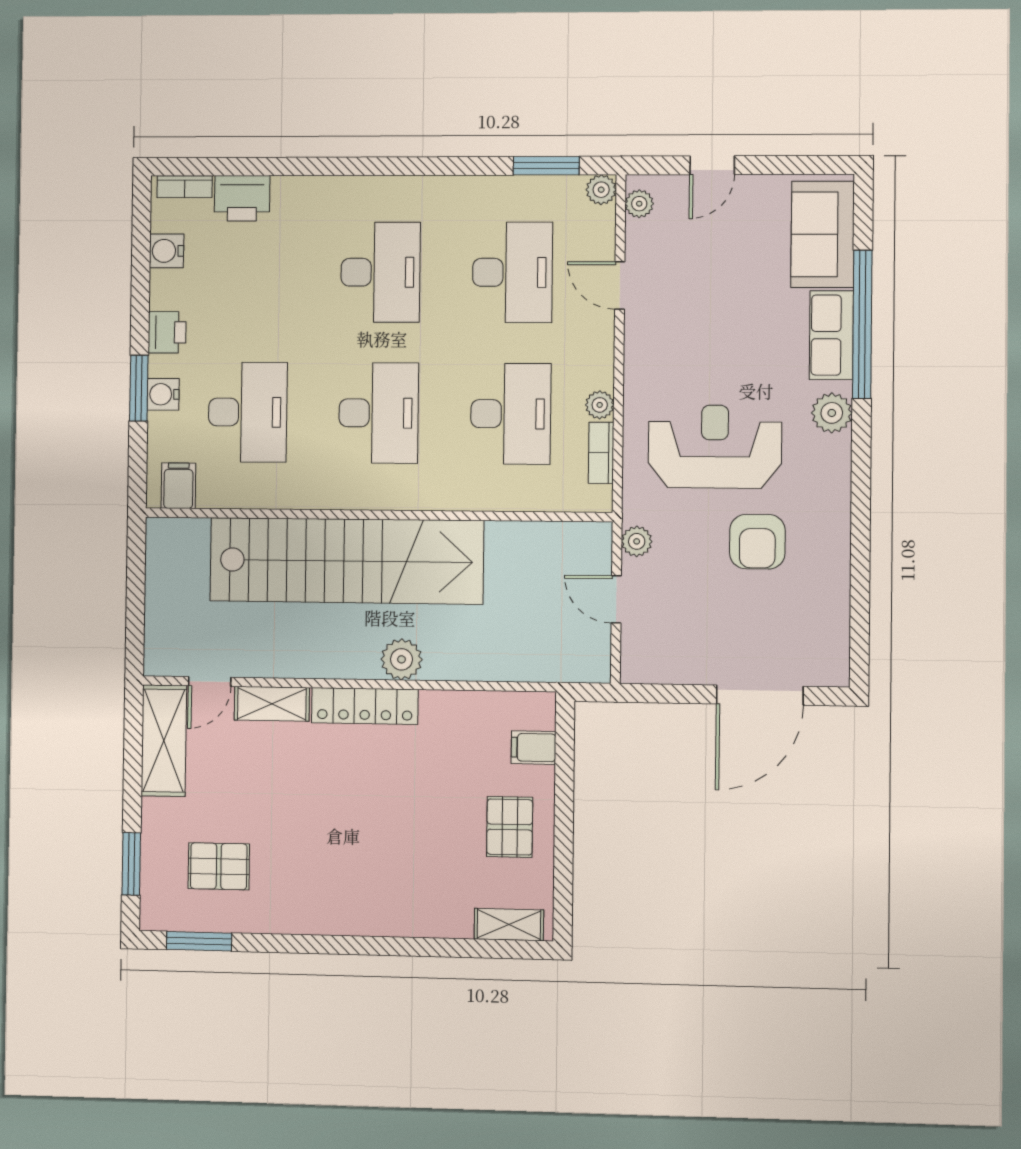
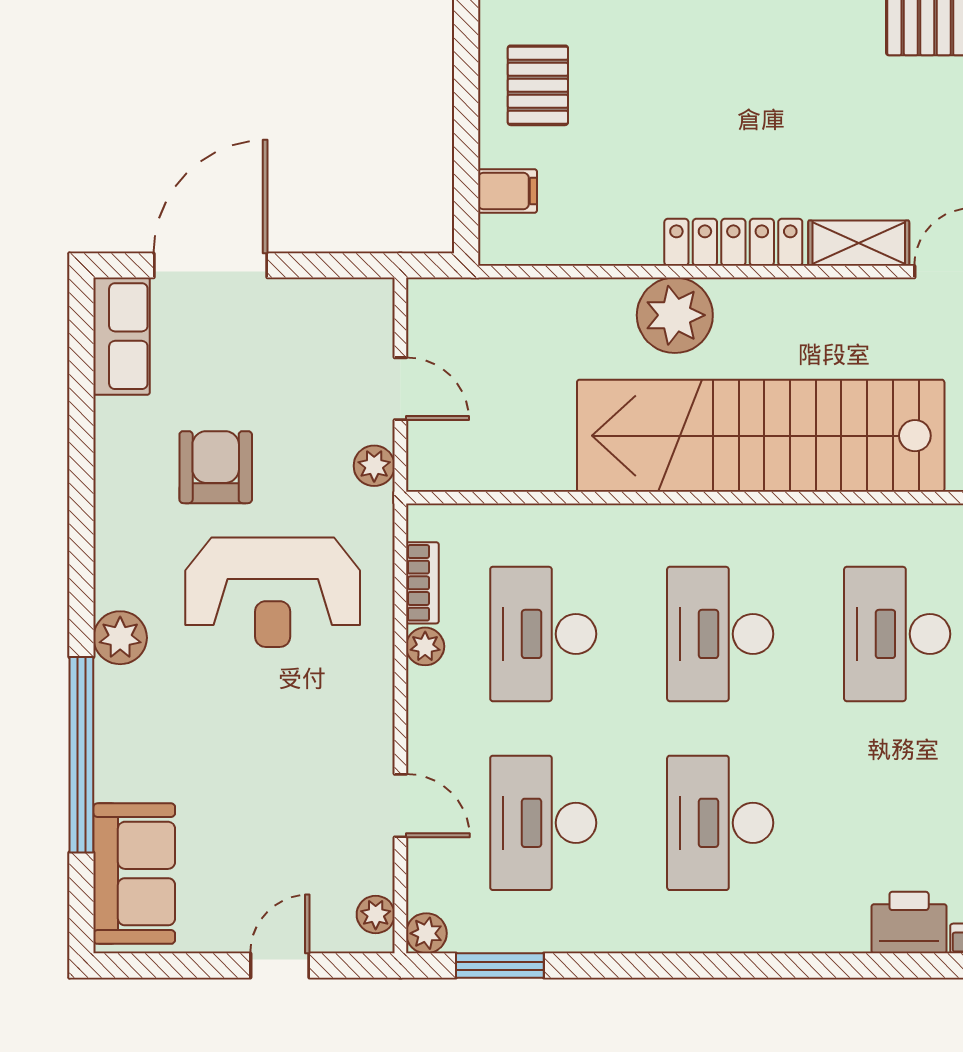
row of seats: (831, 335) -> (122, 336), moved
plant: (402, 659) -> (675, 315), width x1.36, depth x1.36

